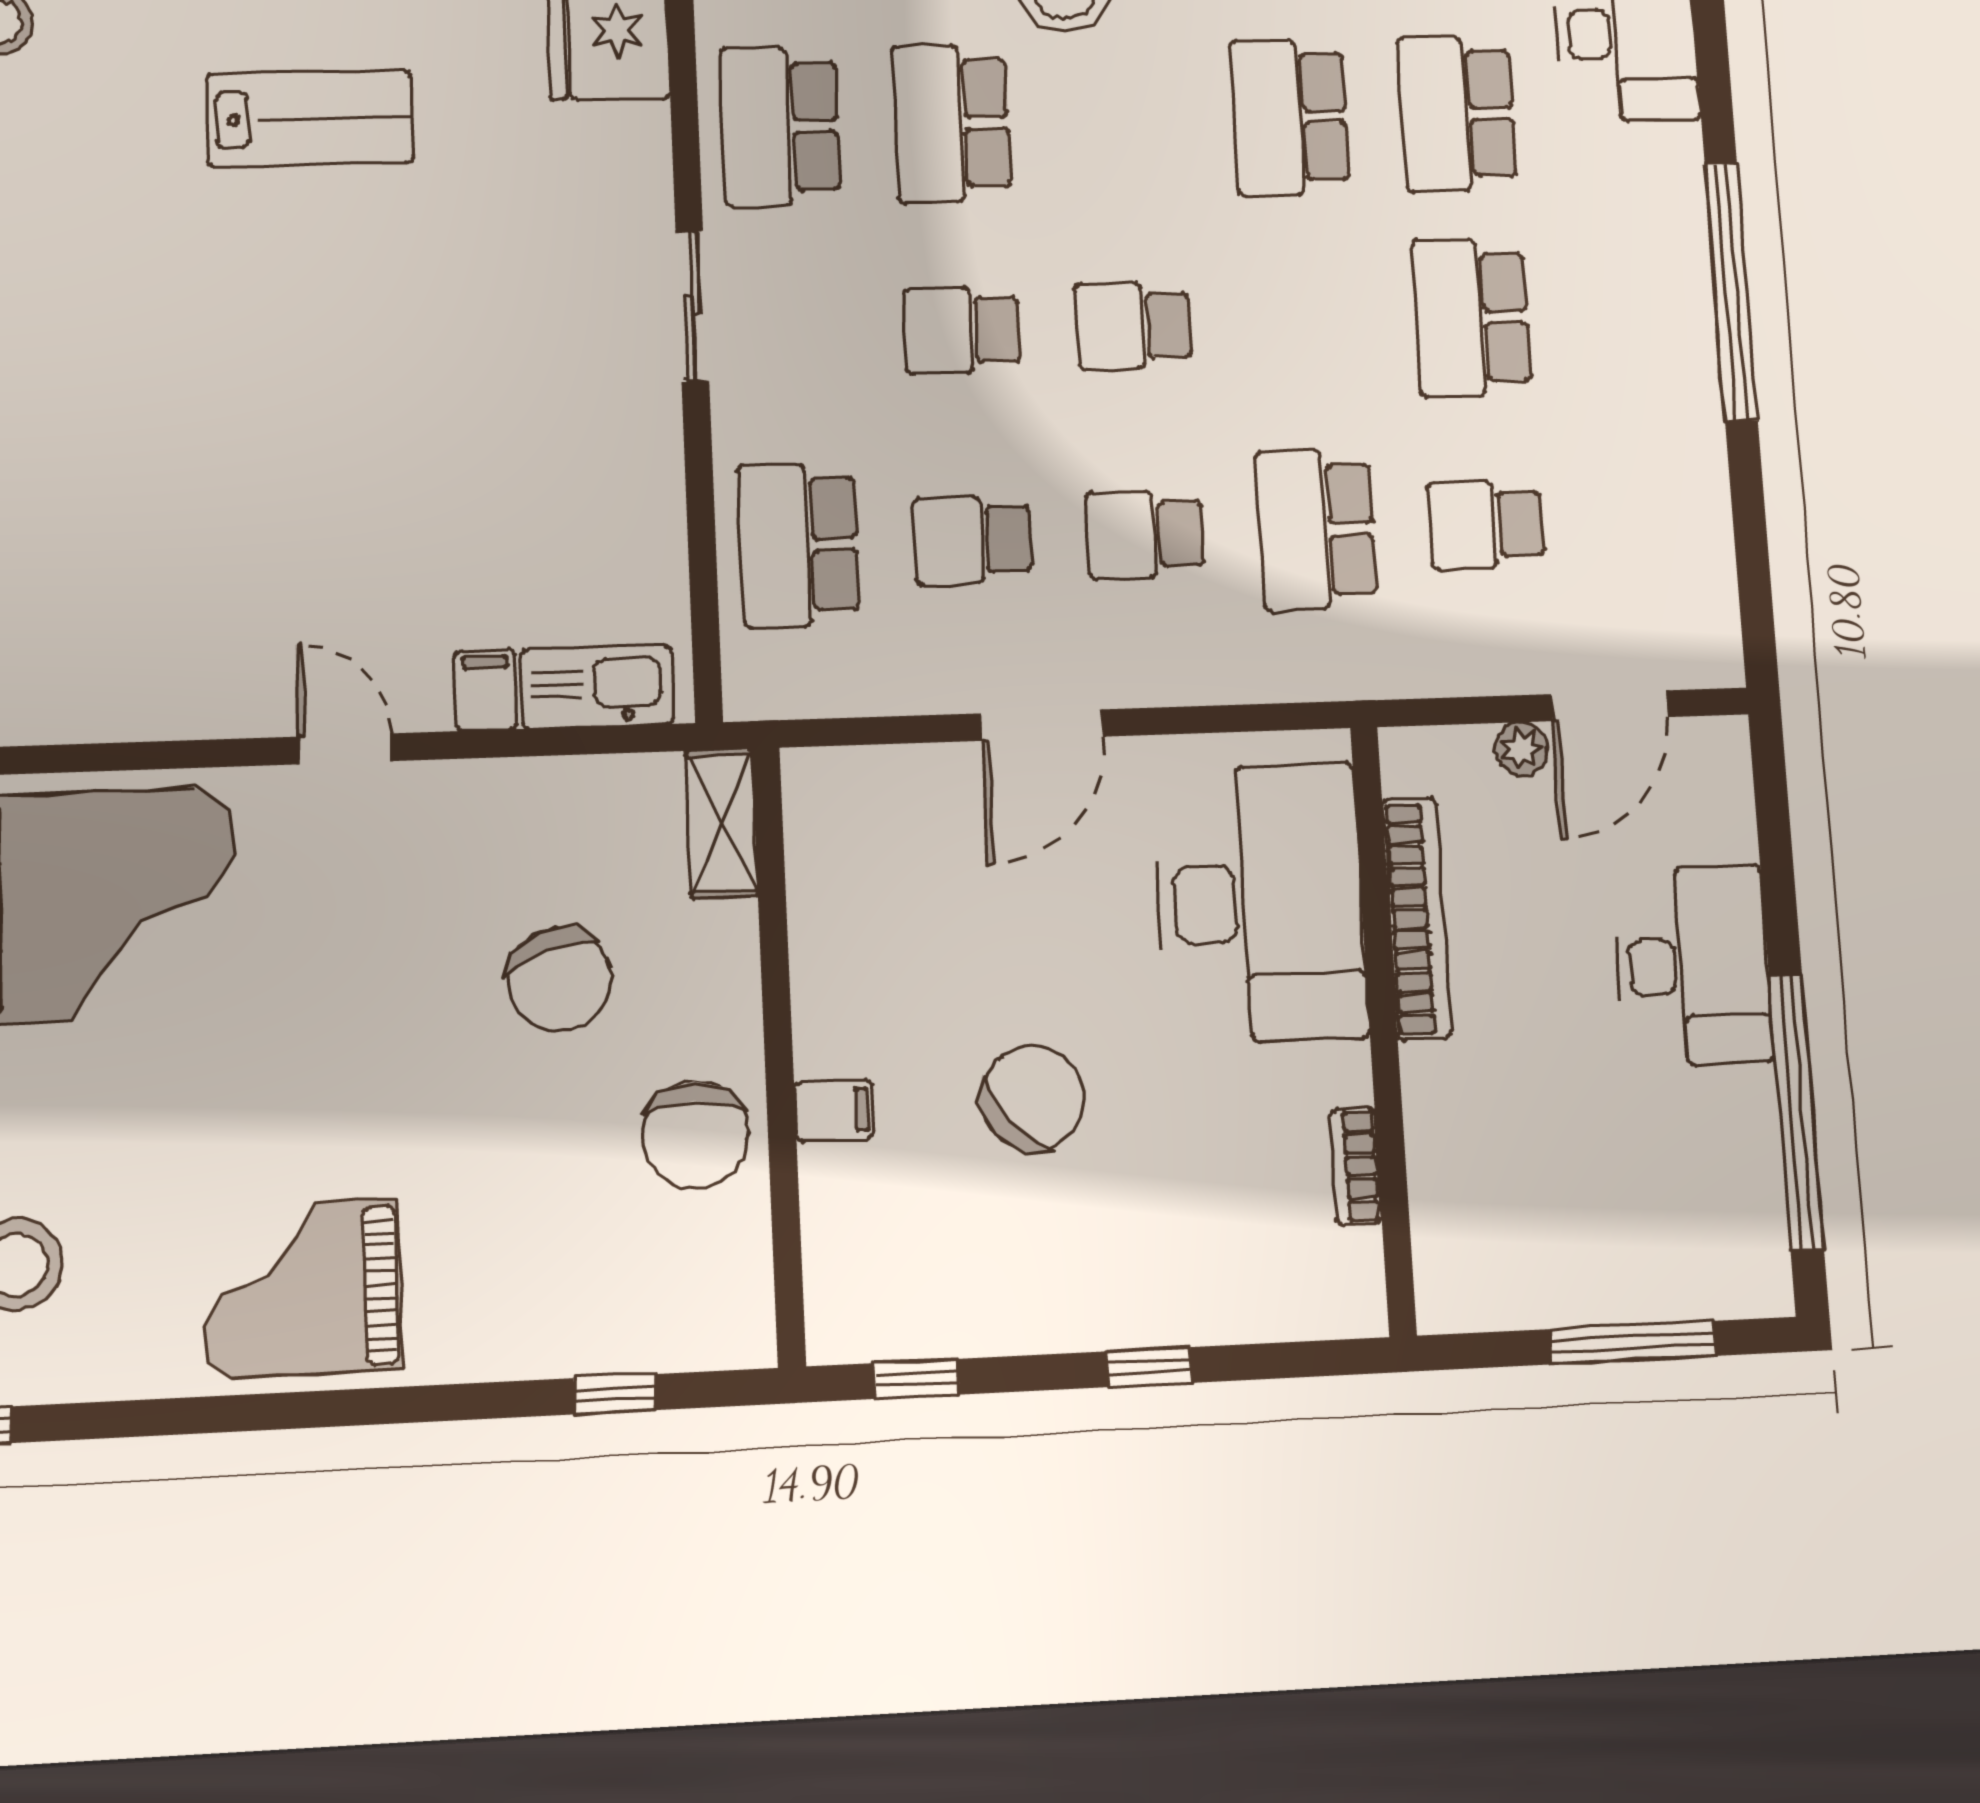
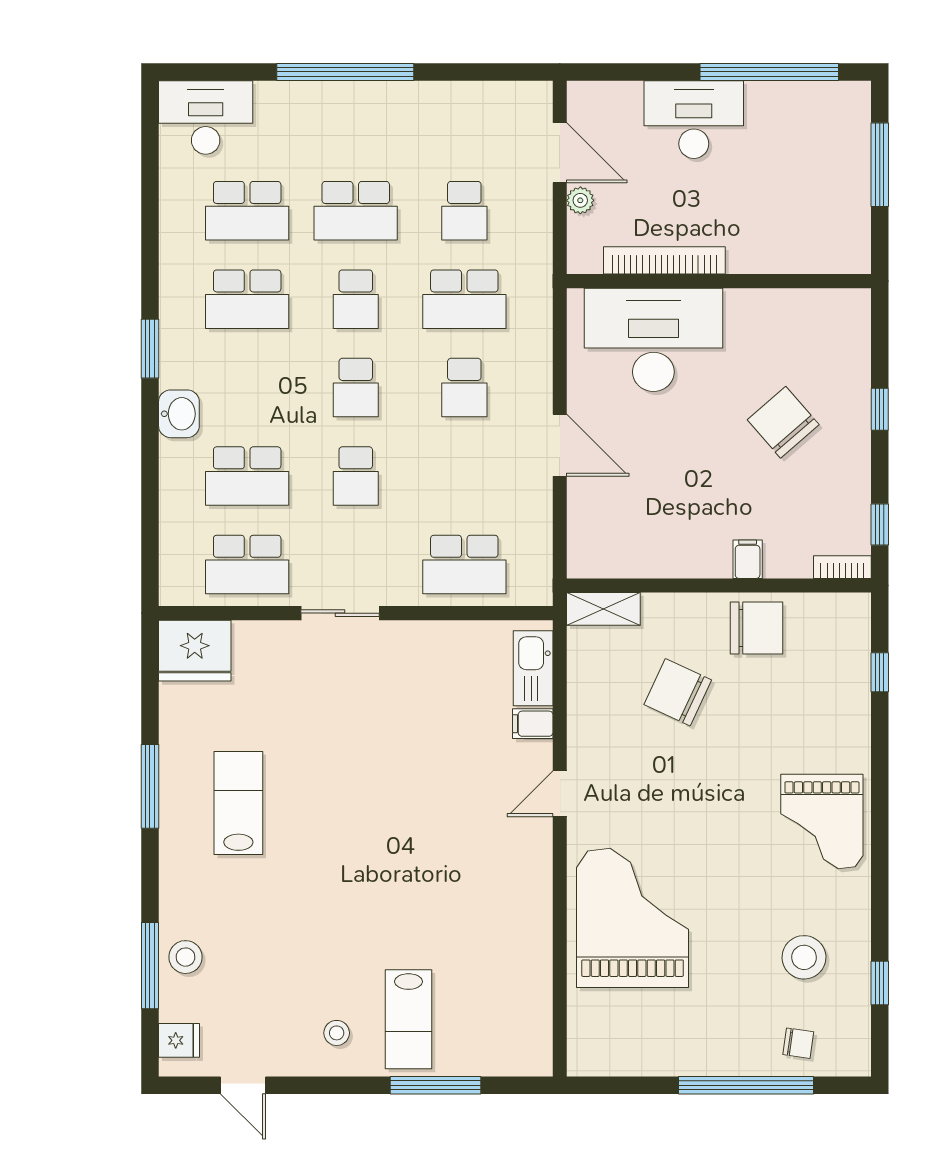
school desk: (973, 540) -> (356, 299), moved
chair: (559, 980) -> (678, 692), turned -135
chair: (1033, 1098) -> (783, 422), moved
bookcase: (1356, 1166) -> (842, 567), moved, turned 180

